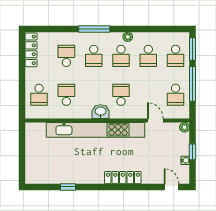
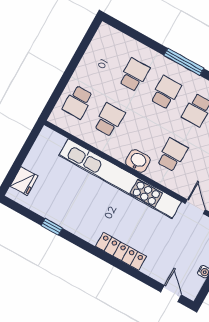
locker: (31, 50) -> (98, 45), removed
school desk: (94, 56) -> (166, 92), turned 180
fridge: (33, 167) -> (24, 181), added

